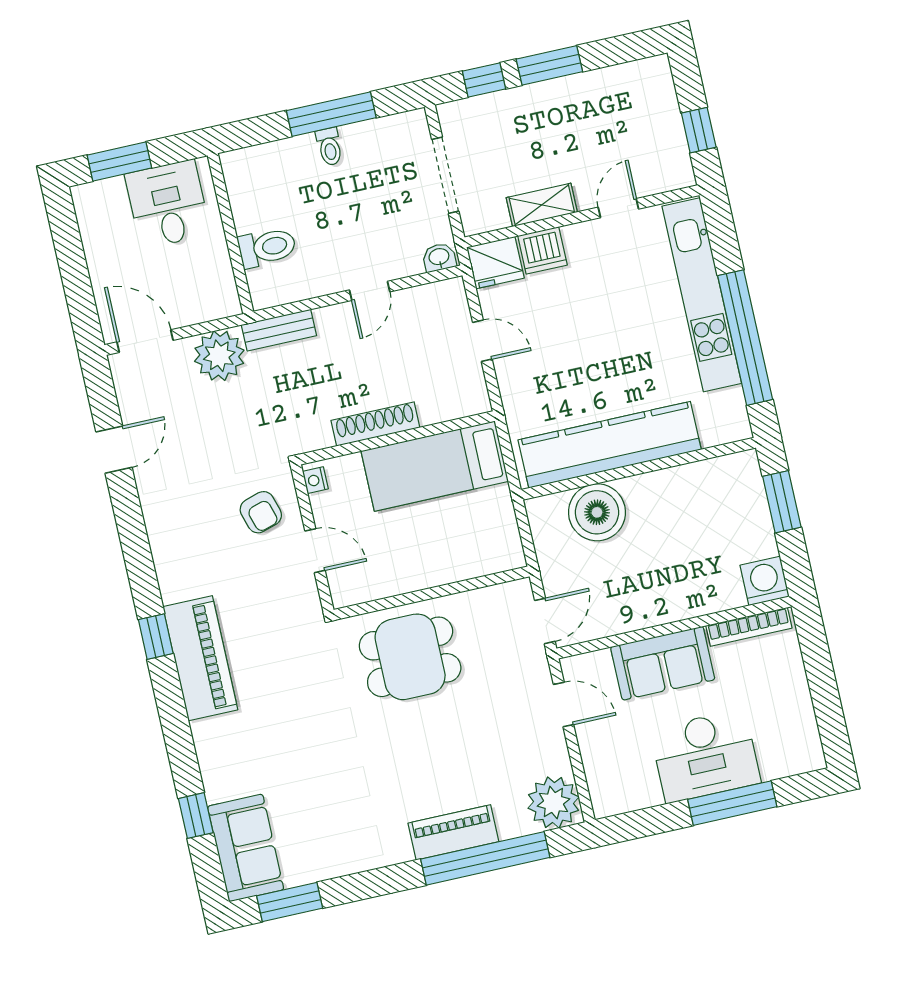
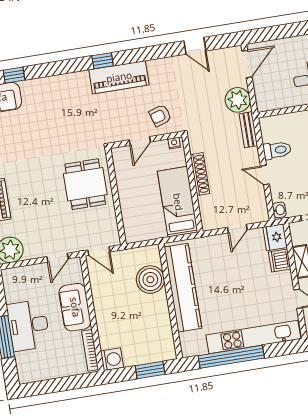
toilet: (267, 247) -> (277, 150), moved, turned -90
piano: (200, 658) -> (119, 77), moved

